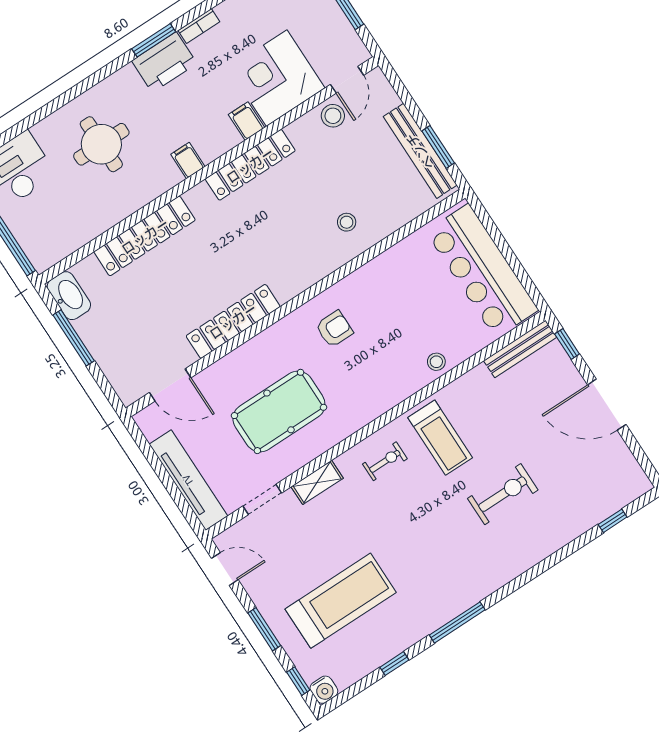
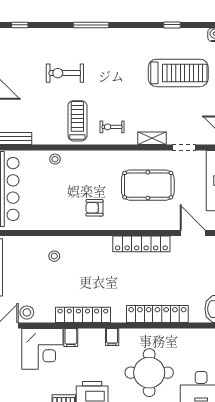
round table: (101, 144) -> (149, 373), width x1.36, depth x1.36
treadmill: (341, 601) -> (178, 73), turned 180
window: (457, 622) -> (91, 25), moved

